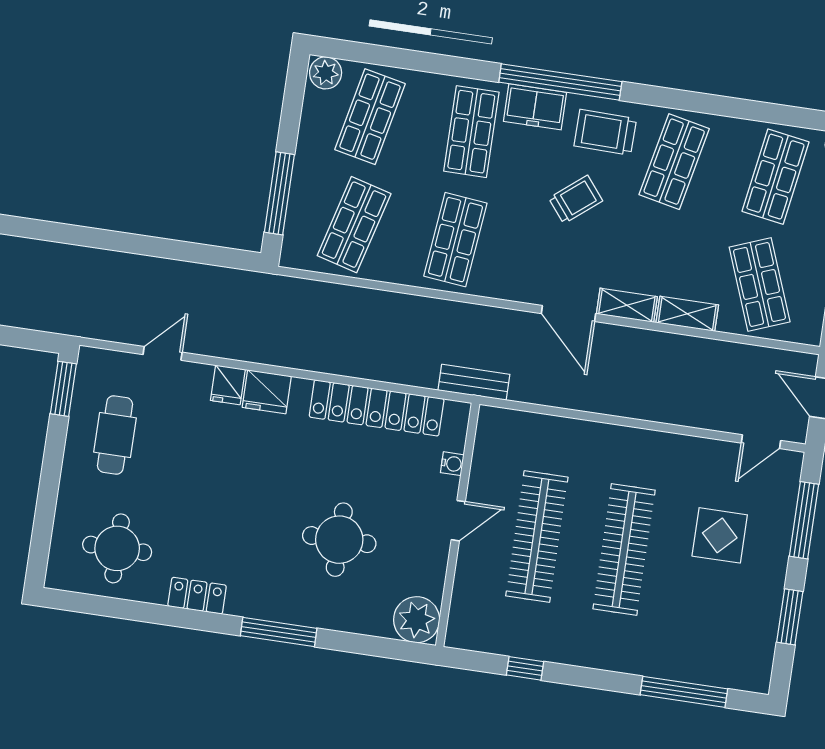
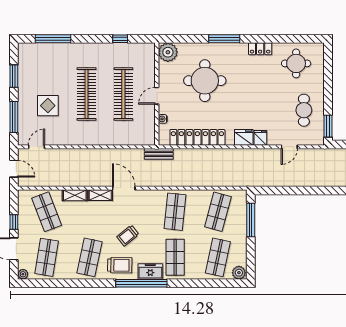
round table: (339, 540) -> (205, 81), width x1.36, depth x1.36

